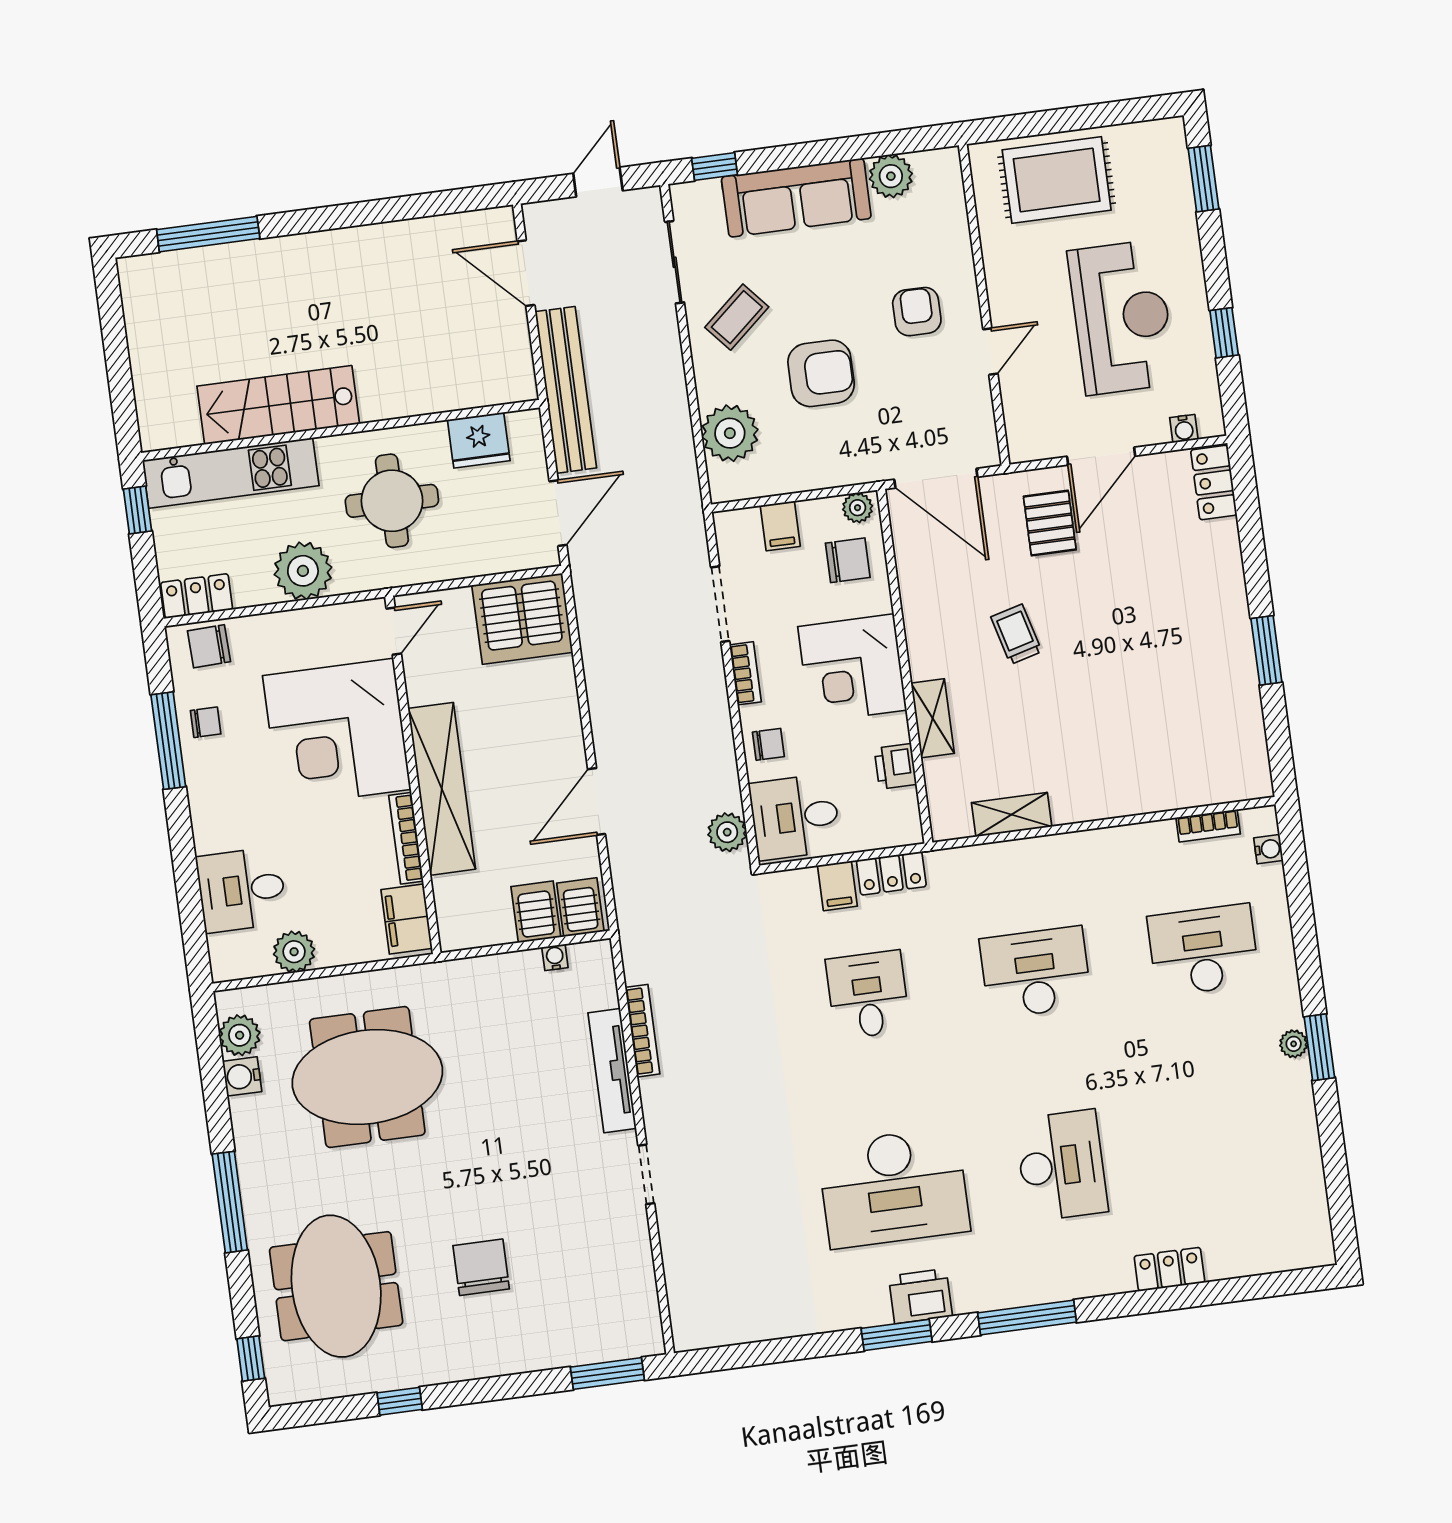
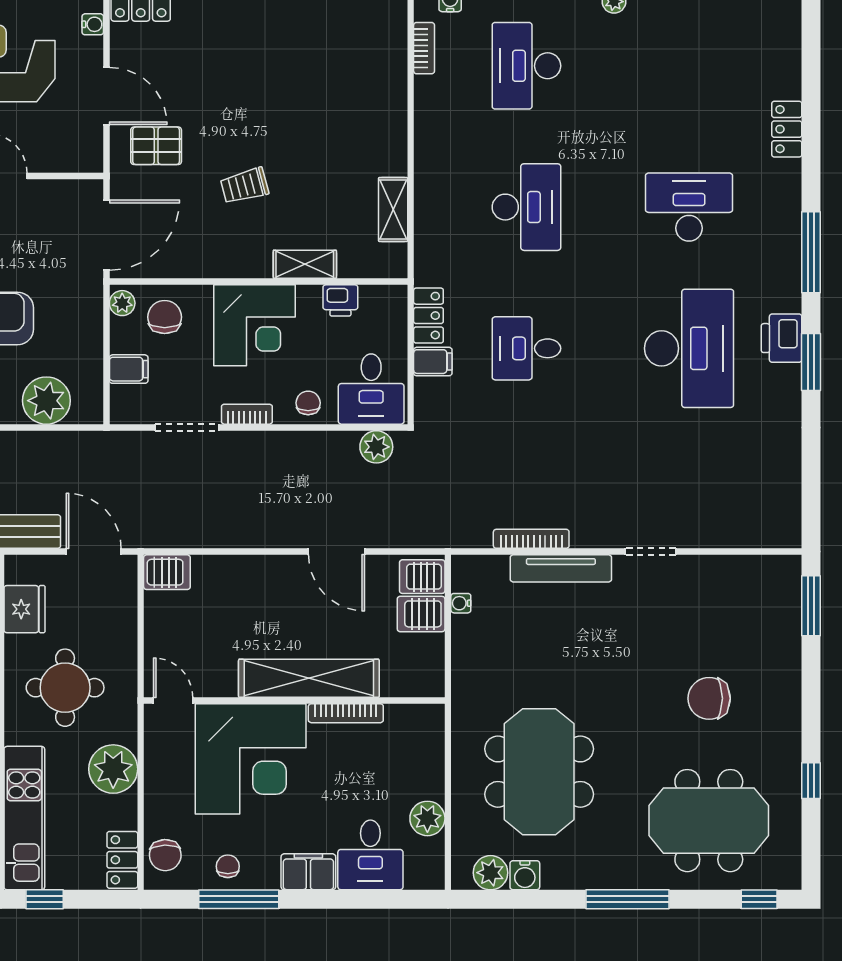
server rack: (522, 619) -> (167, 572), width x0.46, depth x0.70
filing cabinet: (407, 919) -> (308, 872), moved, turned 180
desk: (1036, 972) -> (526, 207), turned 180

